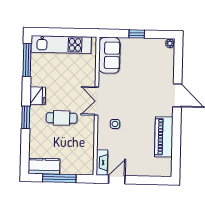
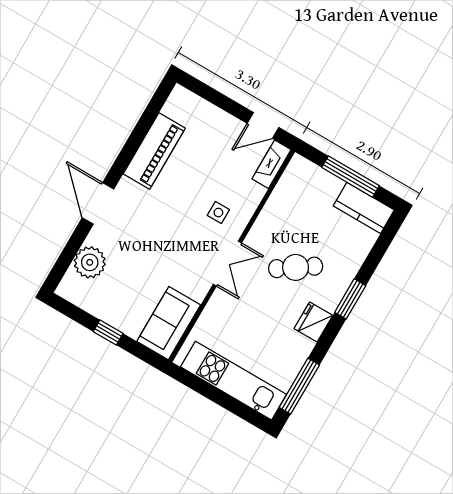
plant: (170, 43) -> (90, 262), moved, width x1.87, depth x1.87
cafe table: (62, 118) -> (296, 267), turned -34

